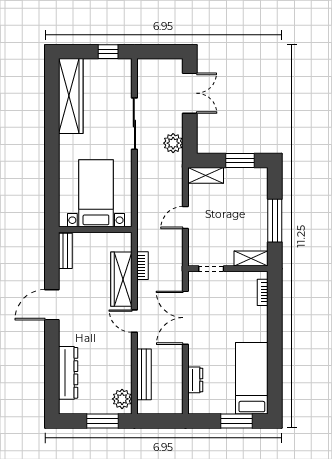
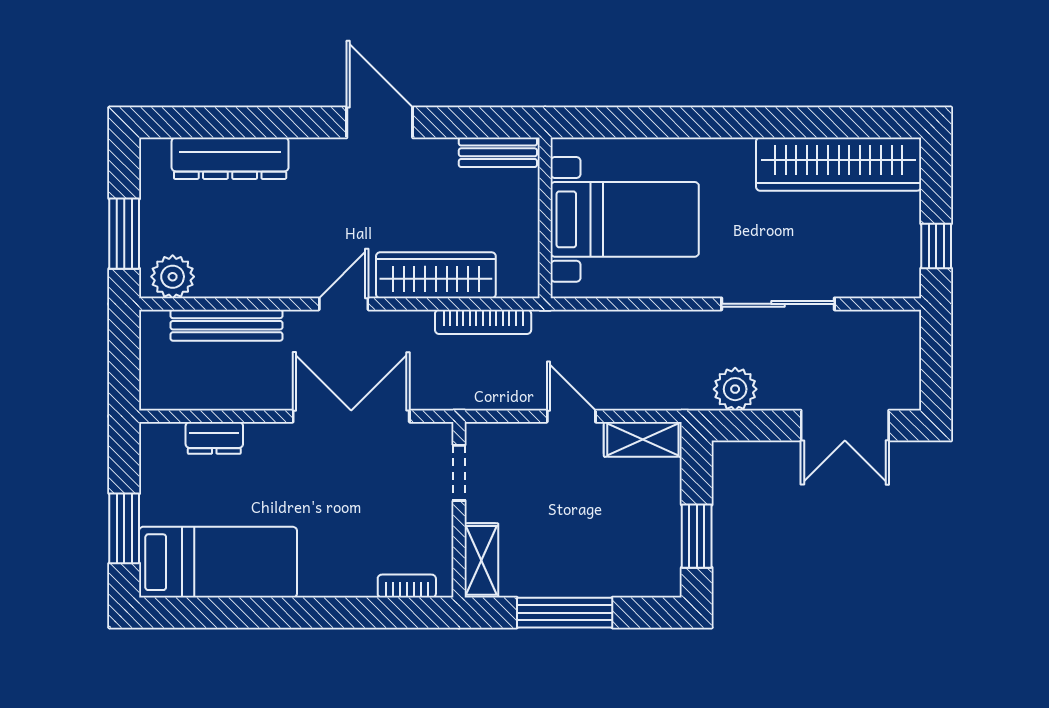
shelving: (206, 175) -> (643, 439), moved, turned 90
bookcase: (143, 266) -> (483, 322), width x1.56

